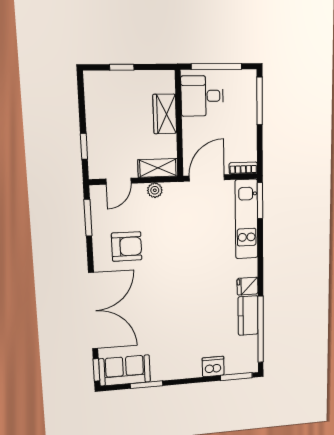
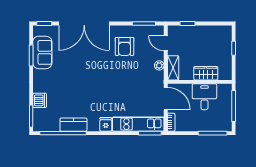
desk: (202, 96) -> (204, 97), moved
fridge: (248, 286) -> (106, 124), moved
sofa: (125, 370) -> (42, 52), moved

